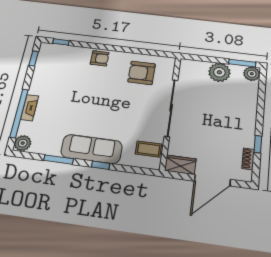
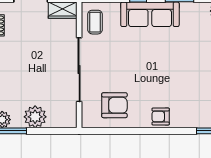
coffee table: (149, 149) -> (95, 22), turned 90

